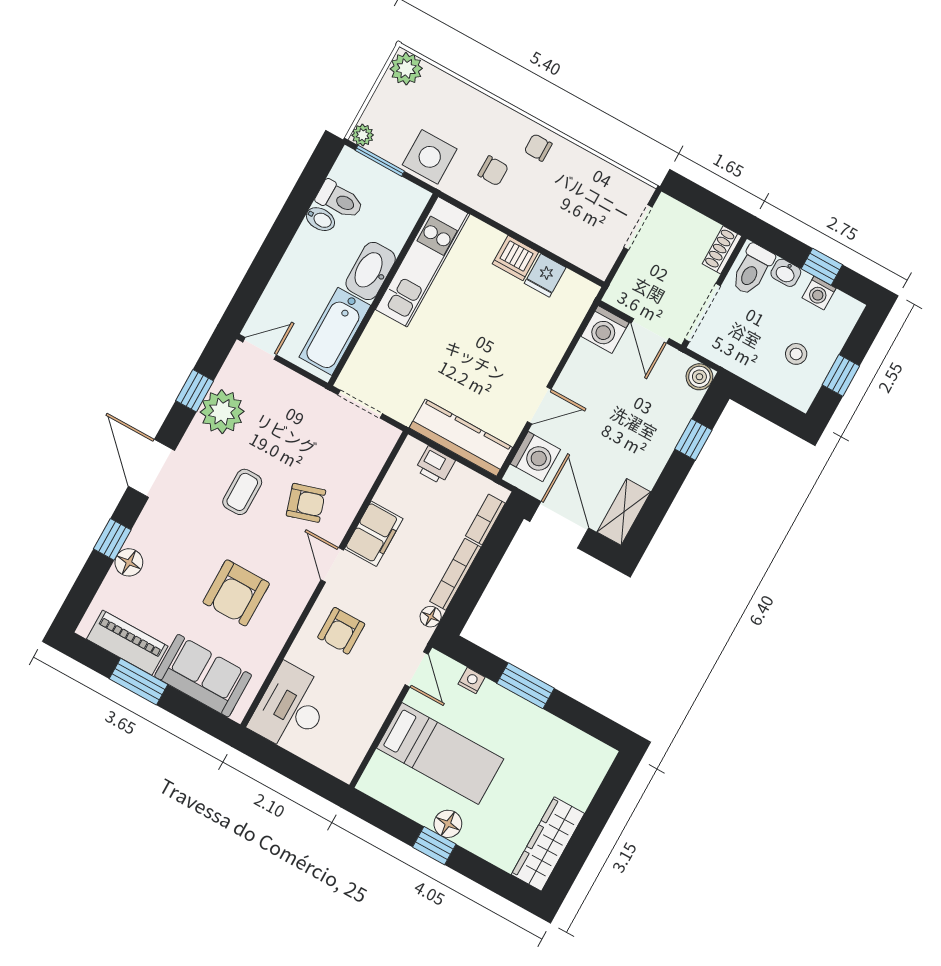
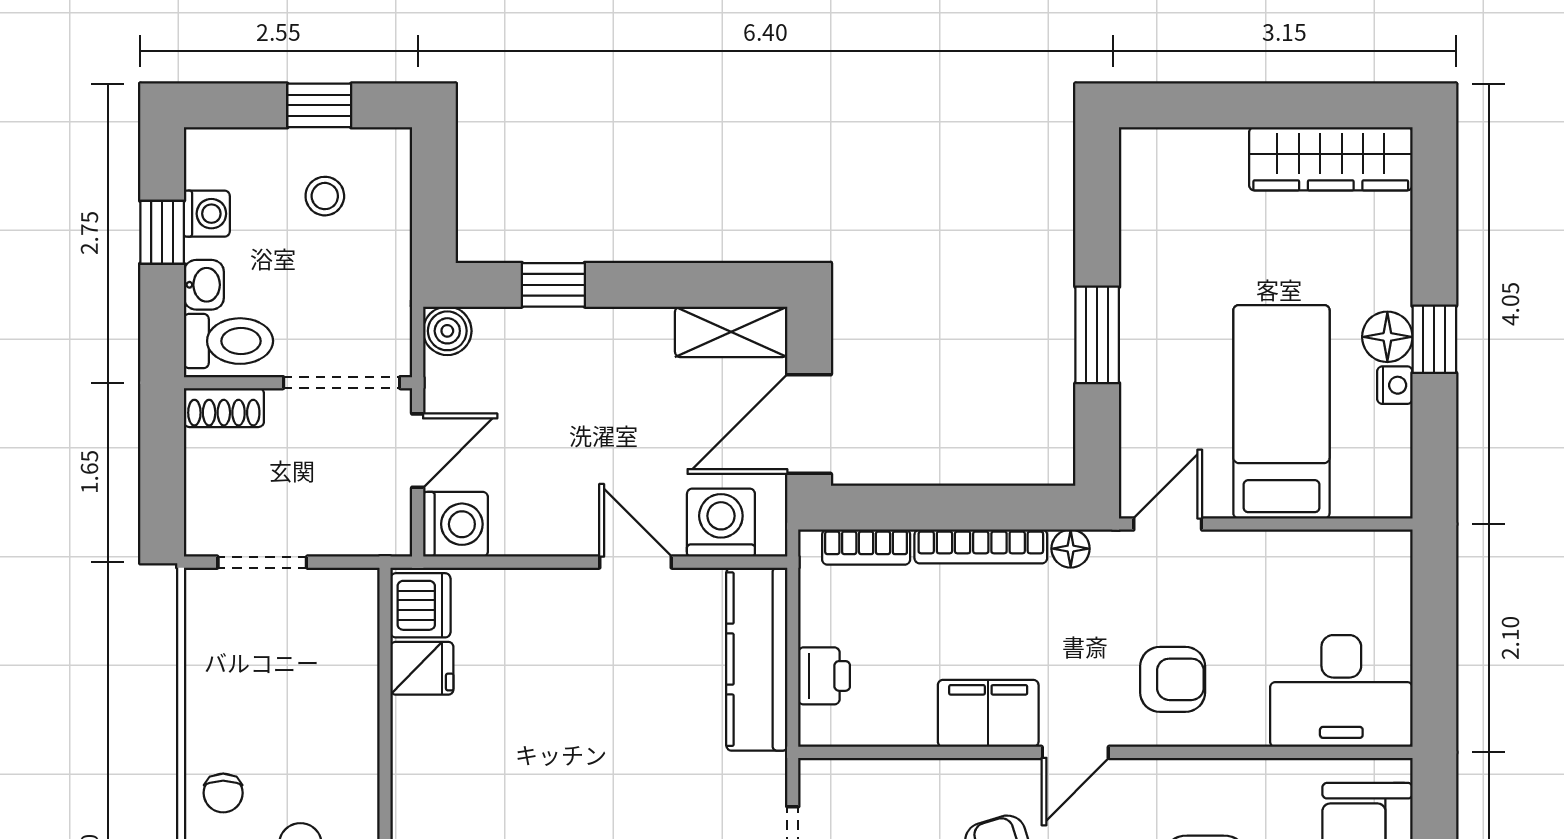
dishwasher: (515, 258) -> (420, 605), moved
nightstand: (472, 681) -> (1395, 385), moved, turned 180

